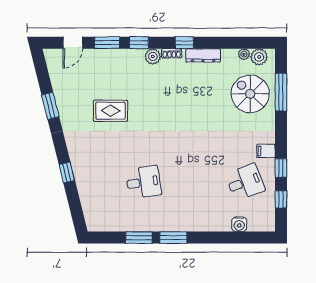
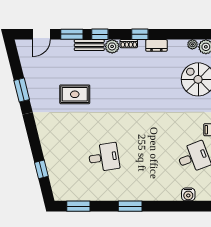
bench: (127, 55) -> (89, 45), added
dresser: (203, 55) -> (156, 45), width x0.70
window: (67, 172) -> (41, 169), moved
window: (139, 238) -> (78, 206), moved

